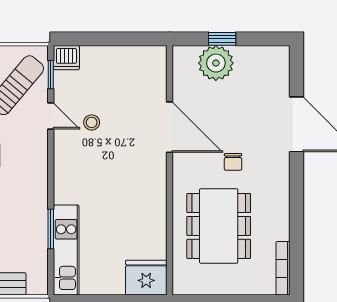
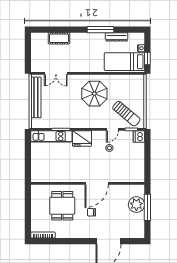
window: (222, 39) -> (147, 207), width x2.17
door: (169, 127) -> (97, 183), moved
dining table: (219, 226) -> (62, 206), width x0.73
fridge: (146, 278) -> (82, 138), moved, turned 90

